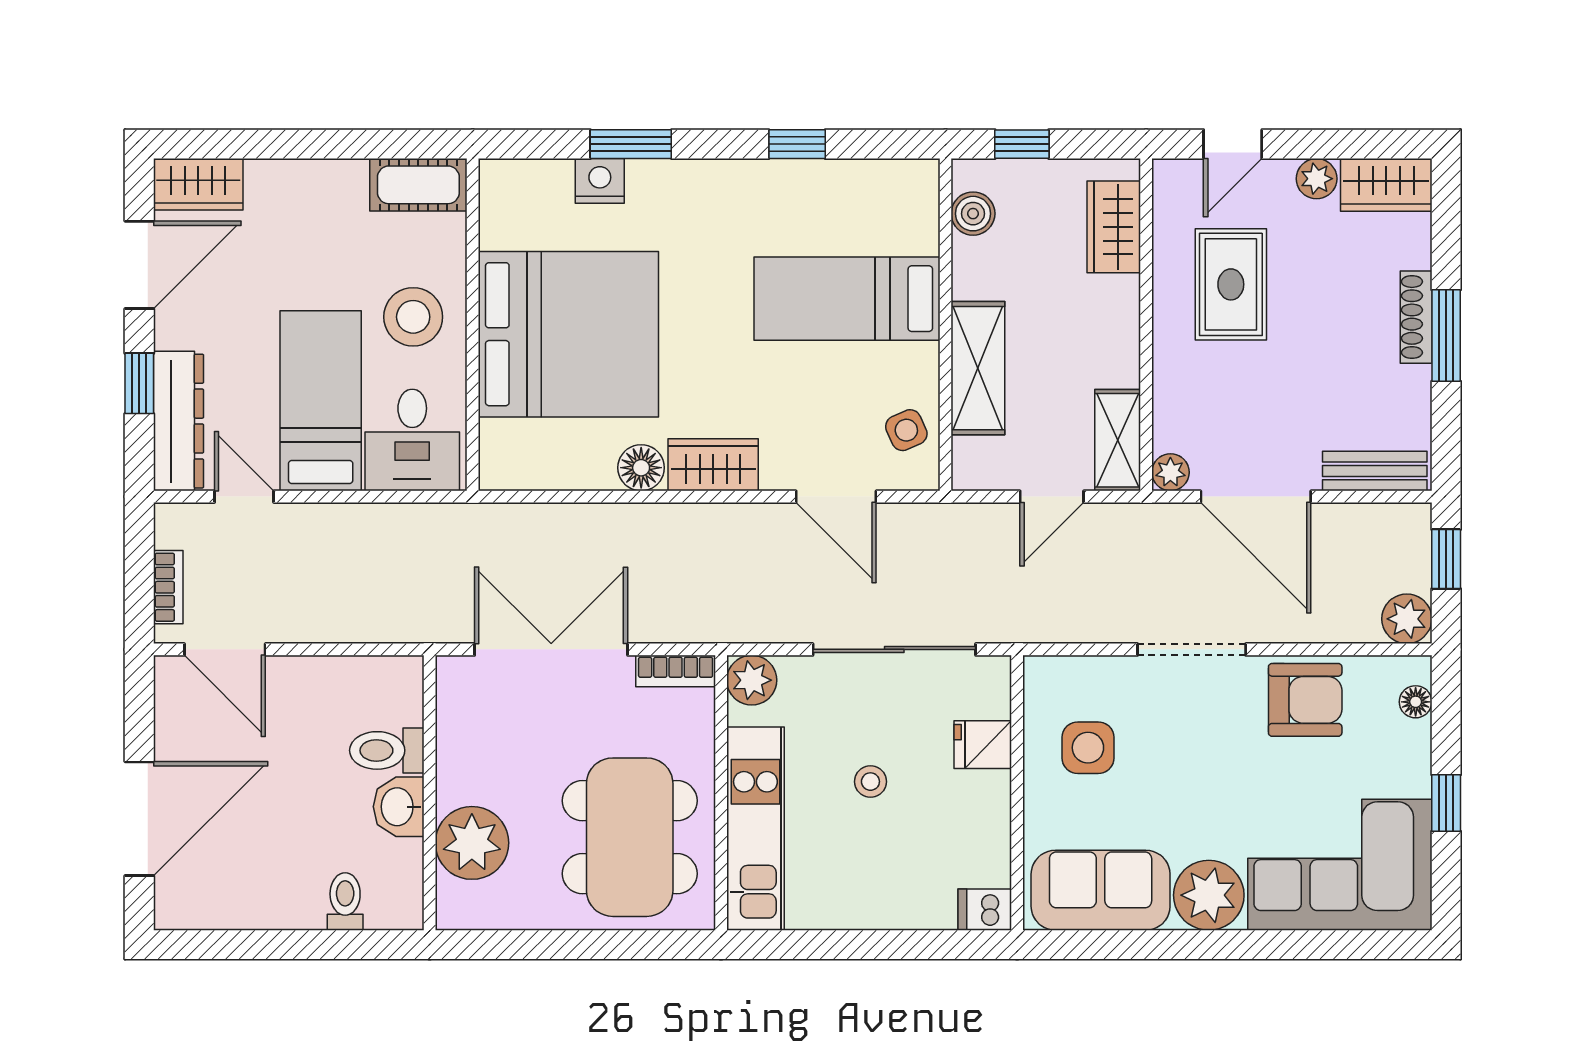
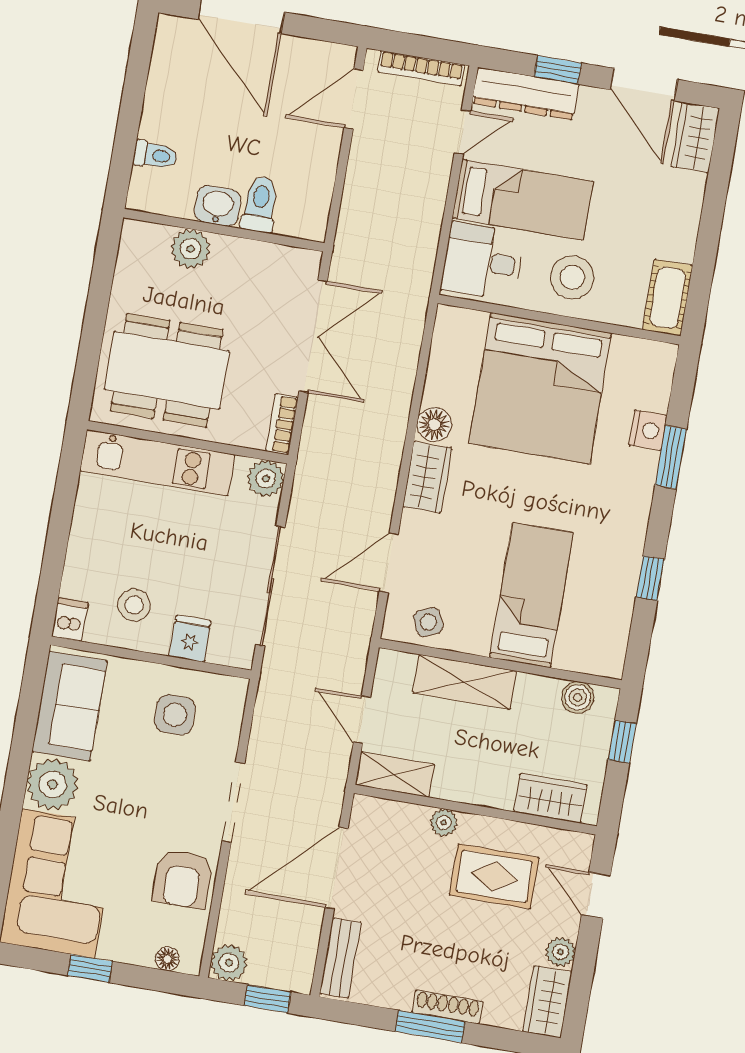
plant: (1170, 472) -> (444, 823), moved
bookcase: (168, 587) -> (421, 68), width x1.56
stool: (870, 782) -> (134, 605), moved, width x1.37, depth x1.37
plant: (472, 843) -> (190, 249), width x0.73, depth x0.73

